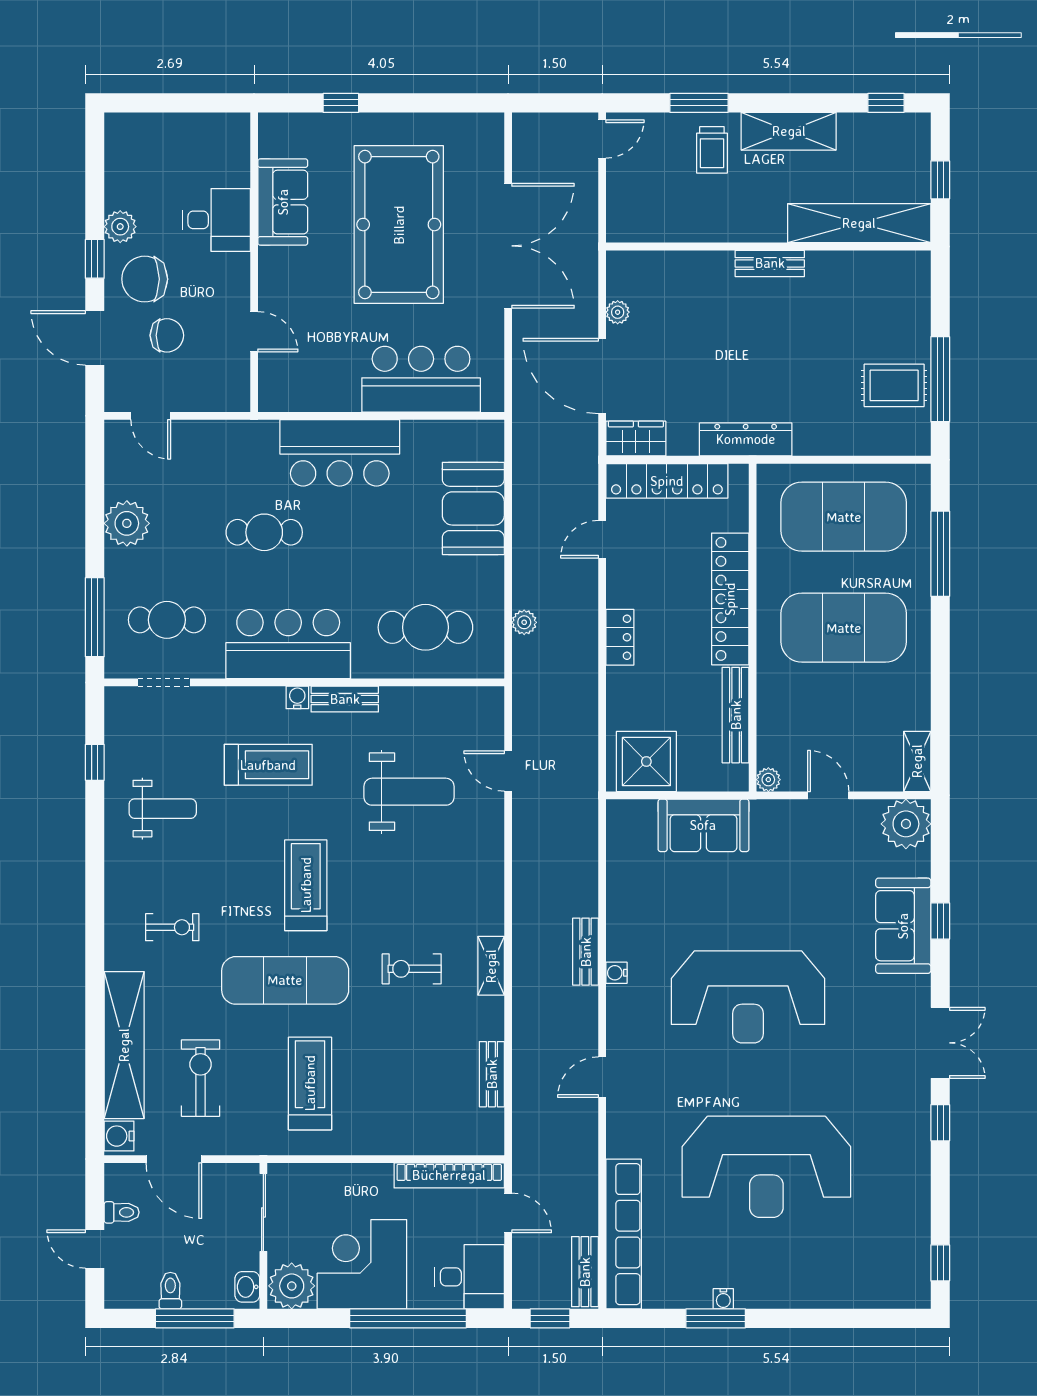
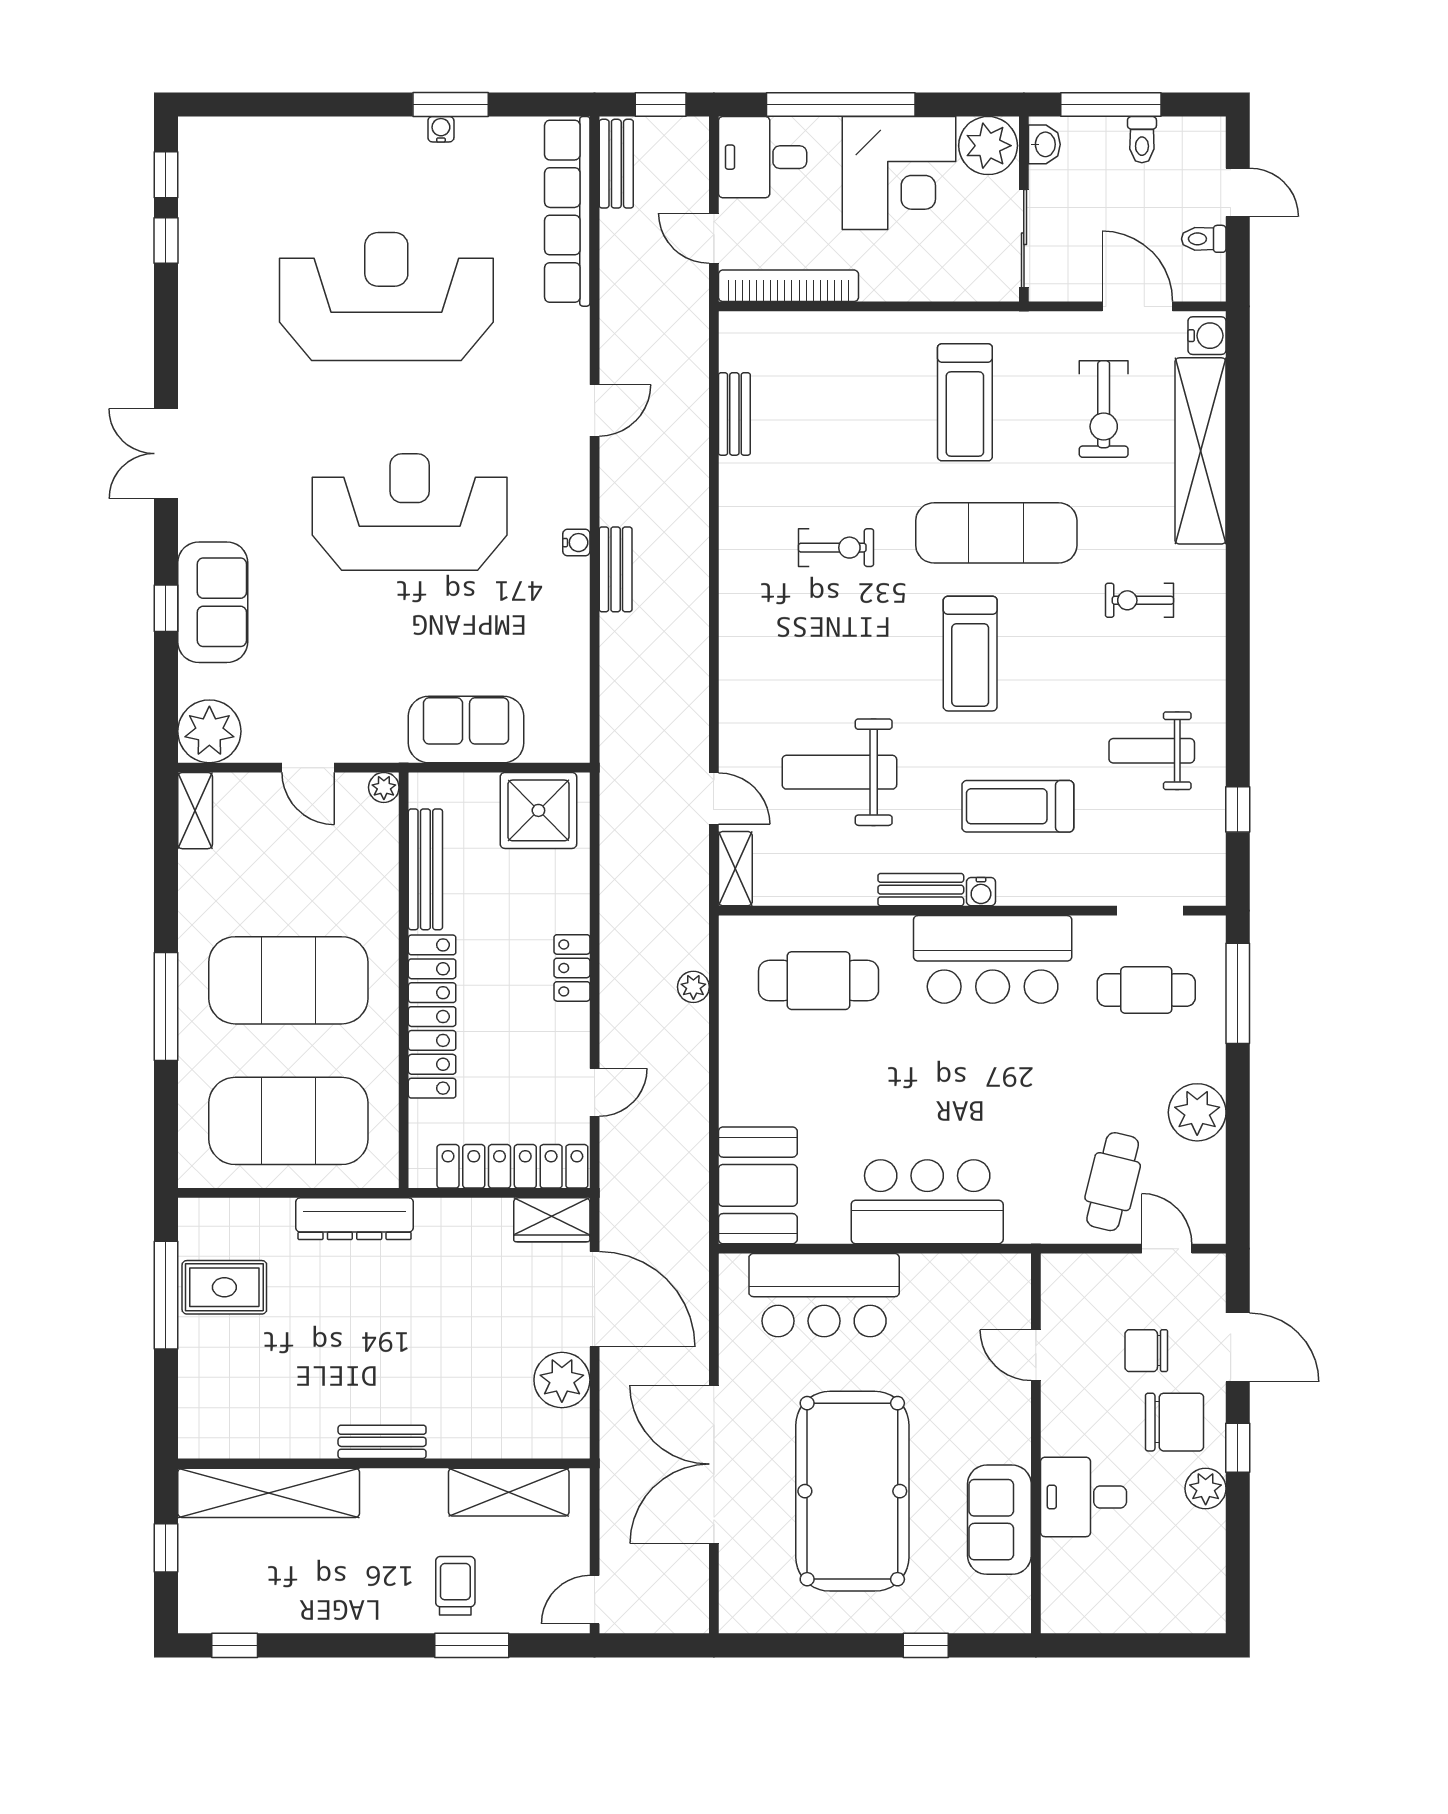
shelving: (789, 131) -> (509, 1492), moved
plant: (618, 312) -> (562, 1380), width x1.87, depth x1.87
dresser: (746, 439) -> (355, 1219), moved
booth: (473, 508) -> (758, 1185), moved
cafe table: (264, 532) -> (1113, 1182), moved, turned -76
window: (940, 554) -> (166, 1007), moved
shelving: (491, 966) -> (735, 869), moved
window: (940, 1123) -> (166, 240), moved

